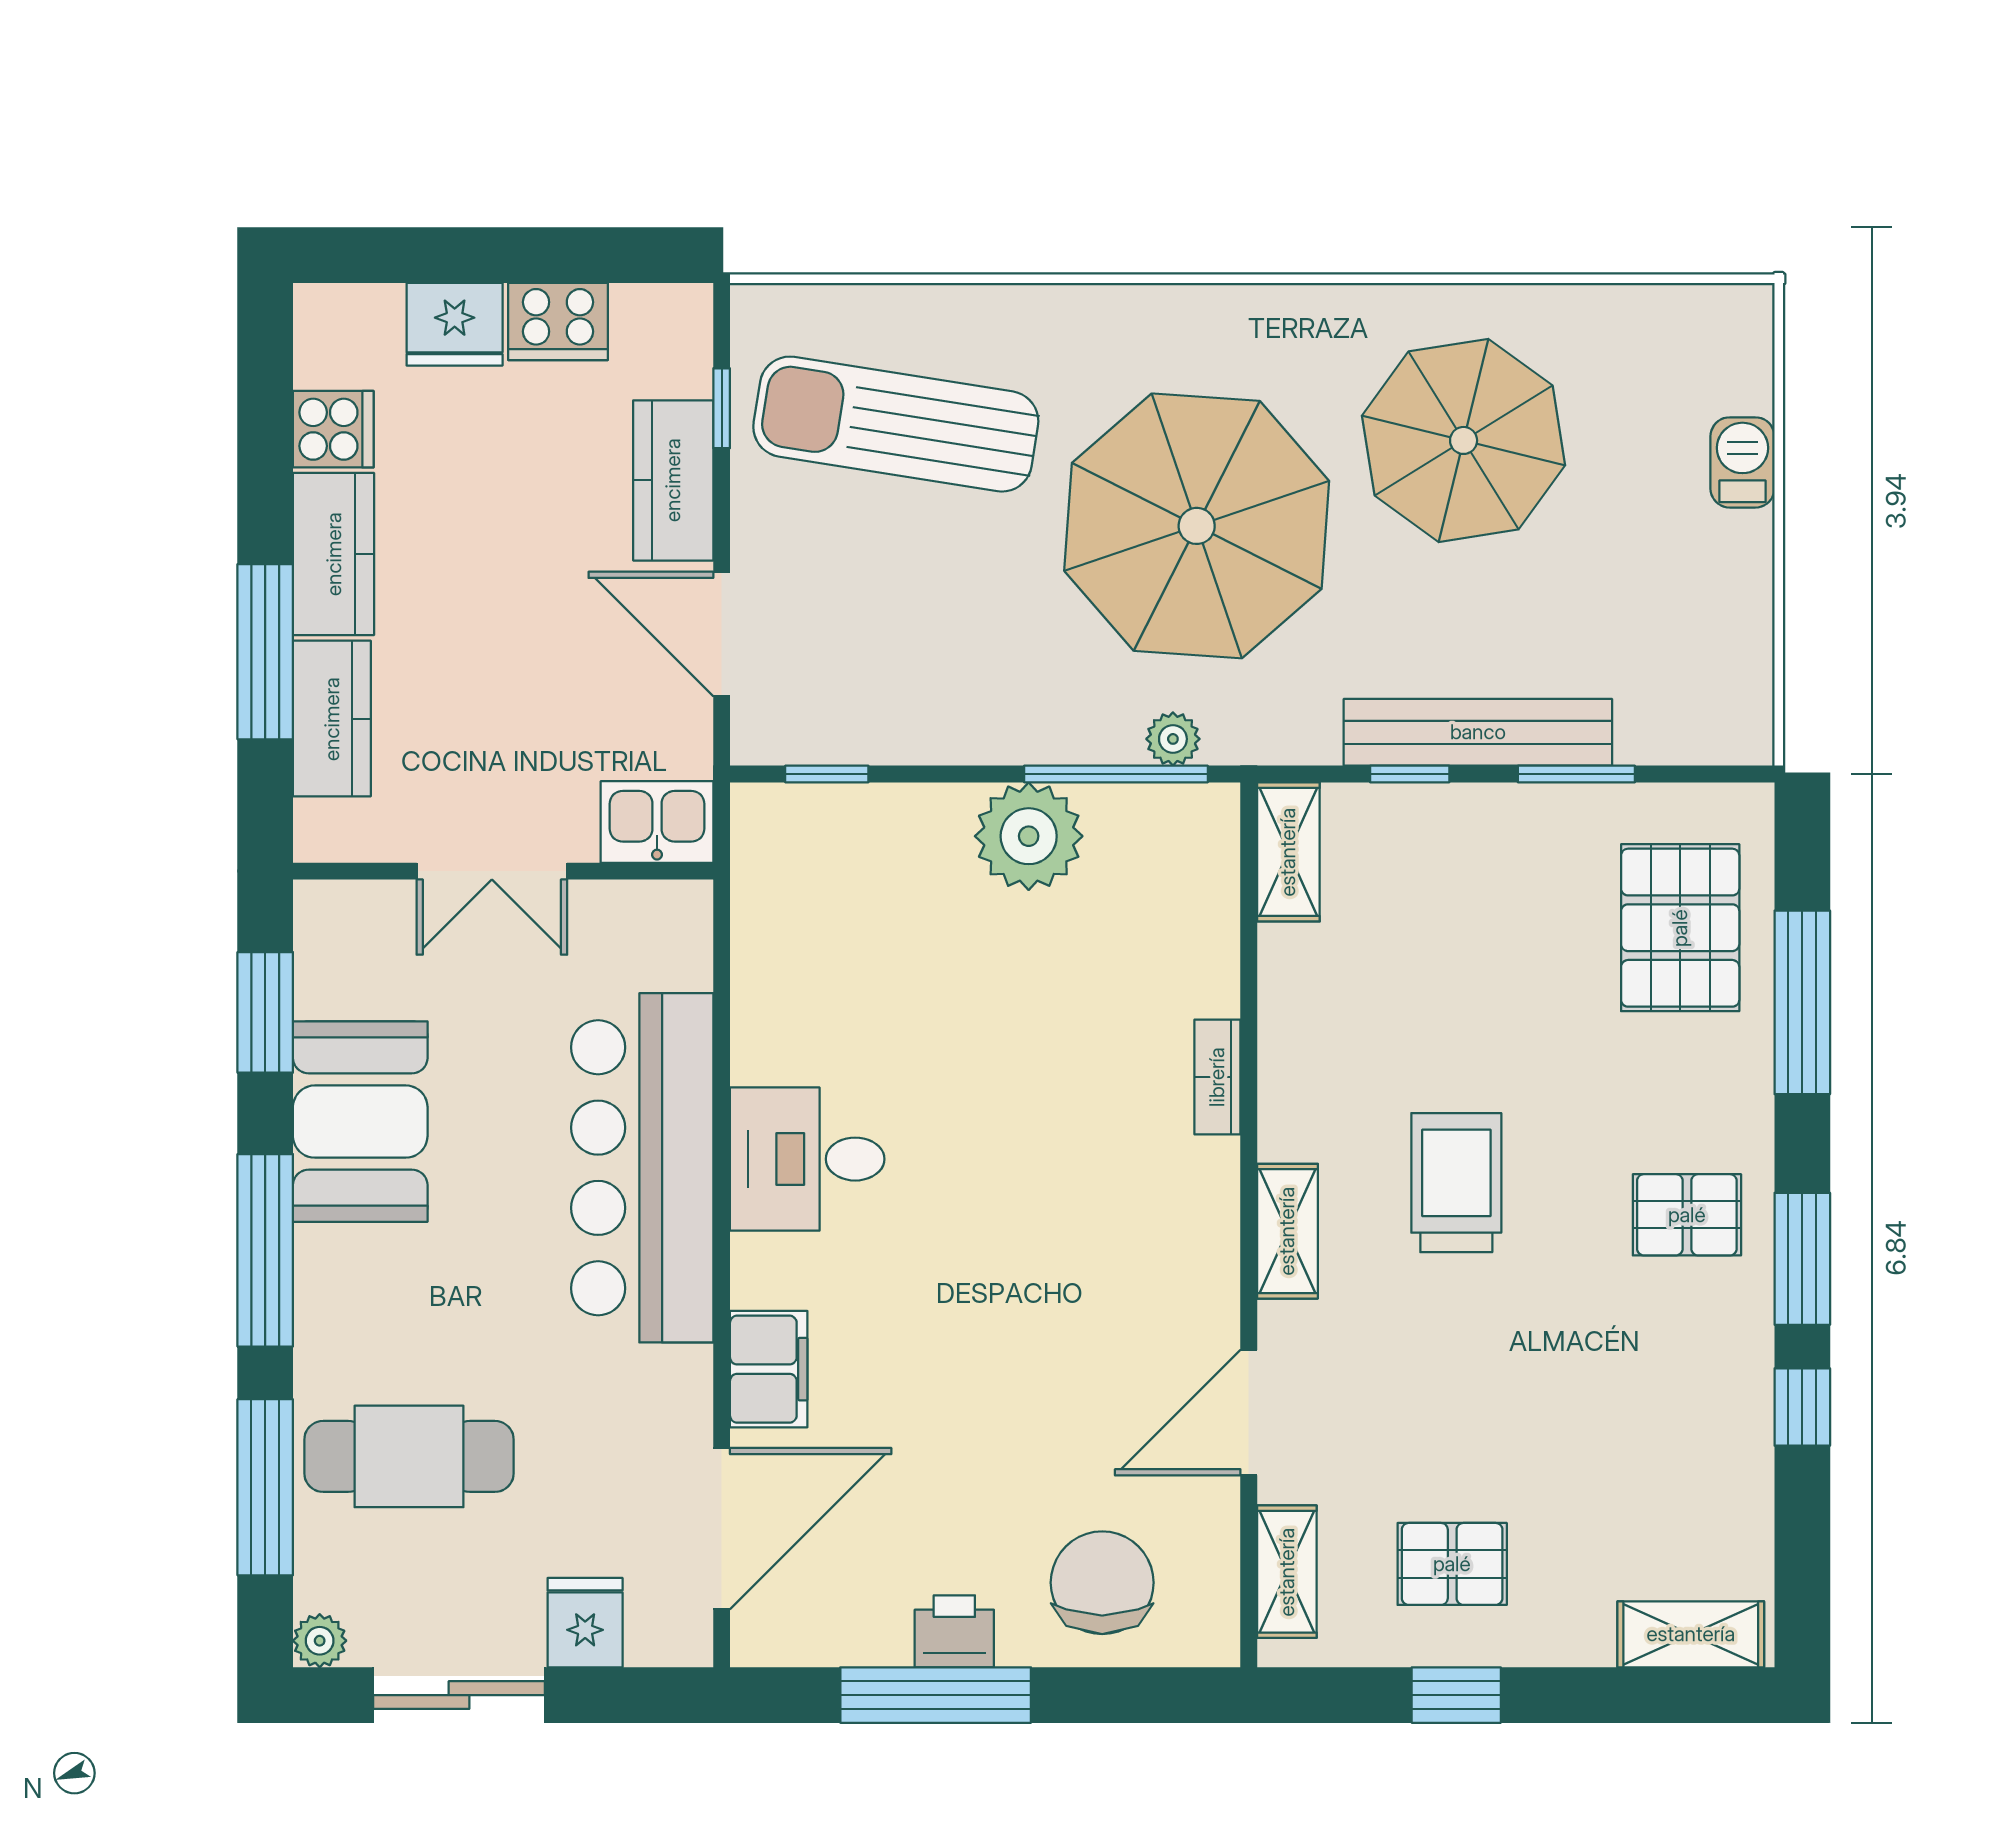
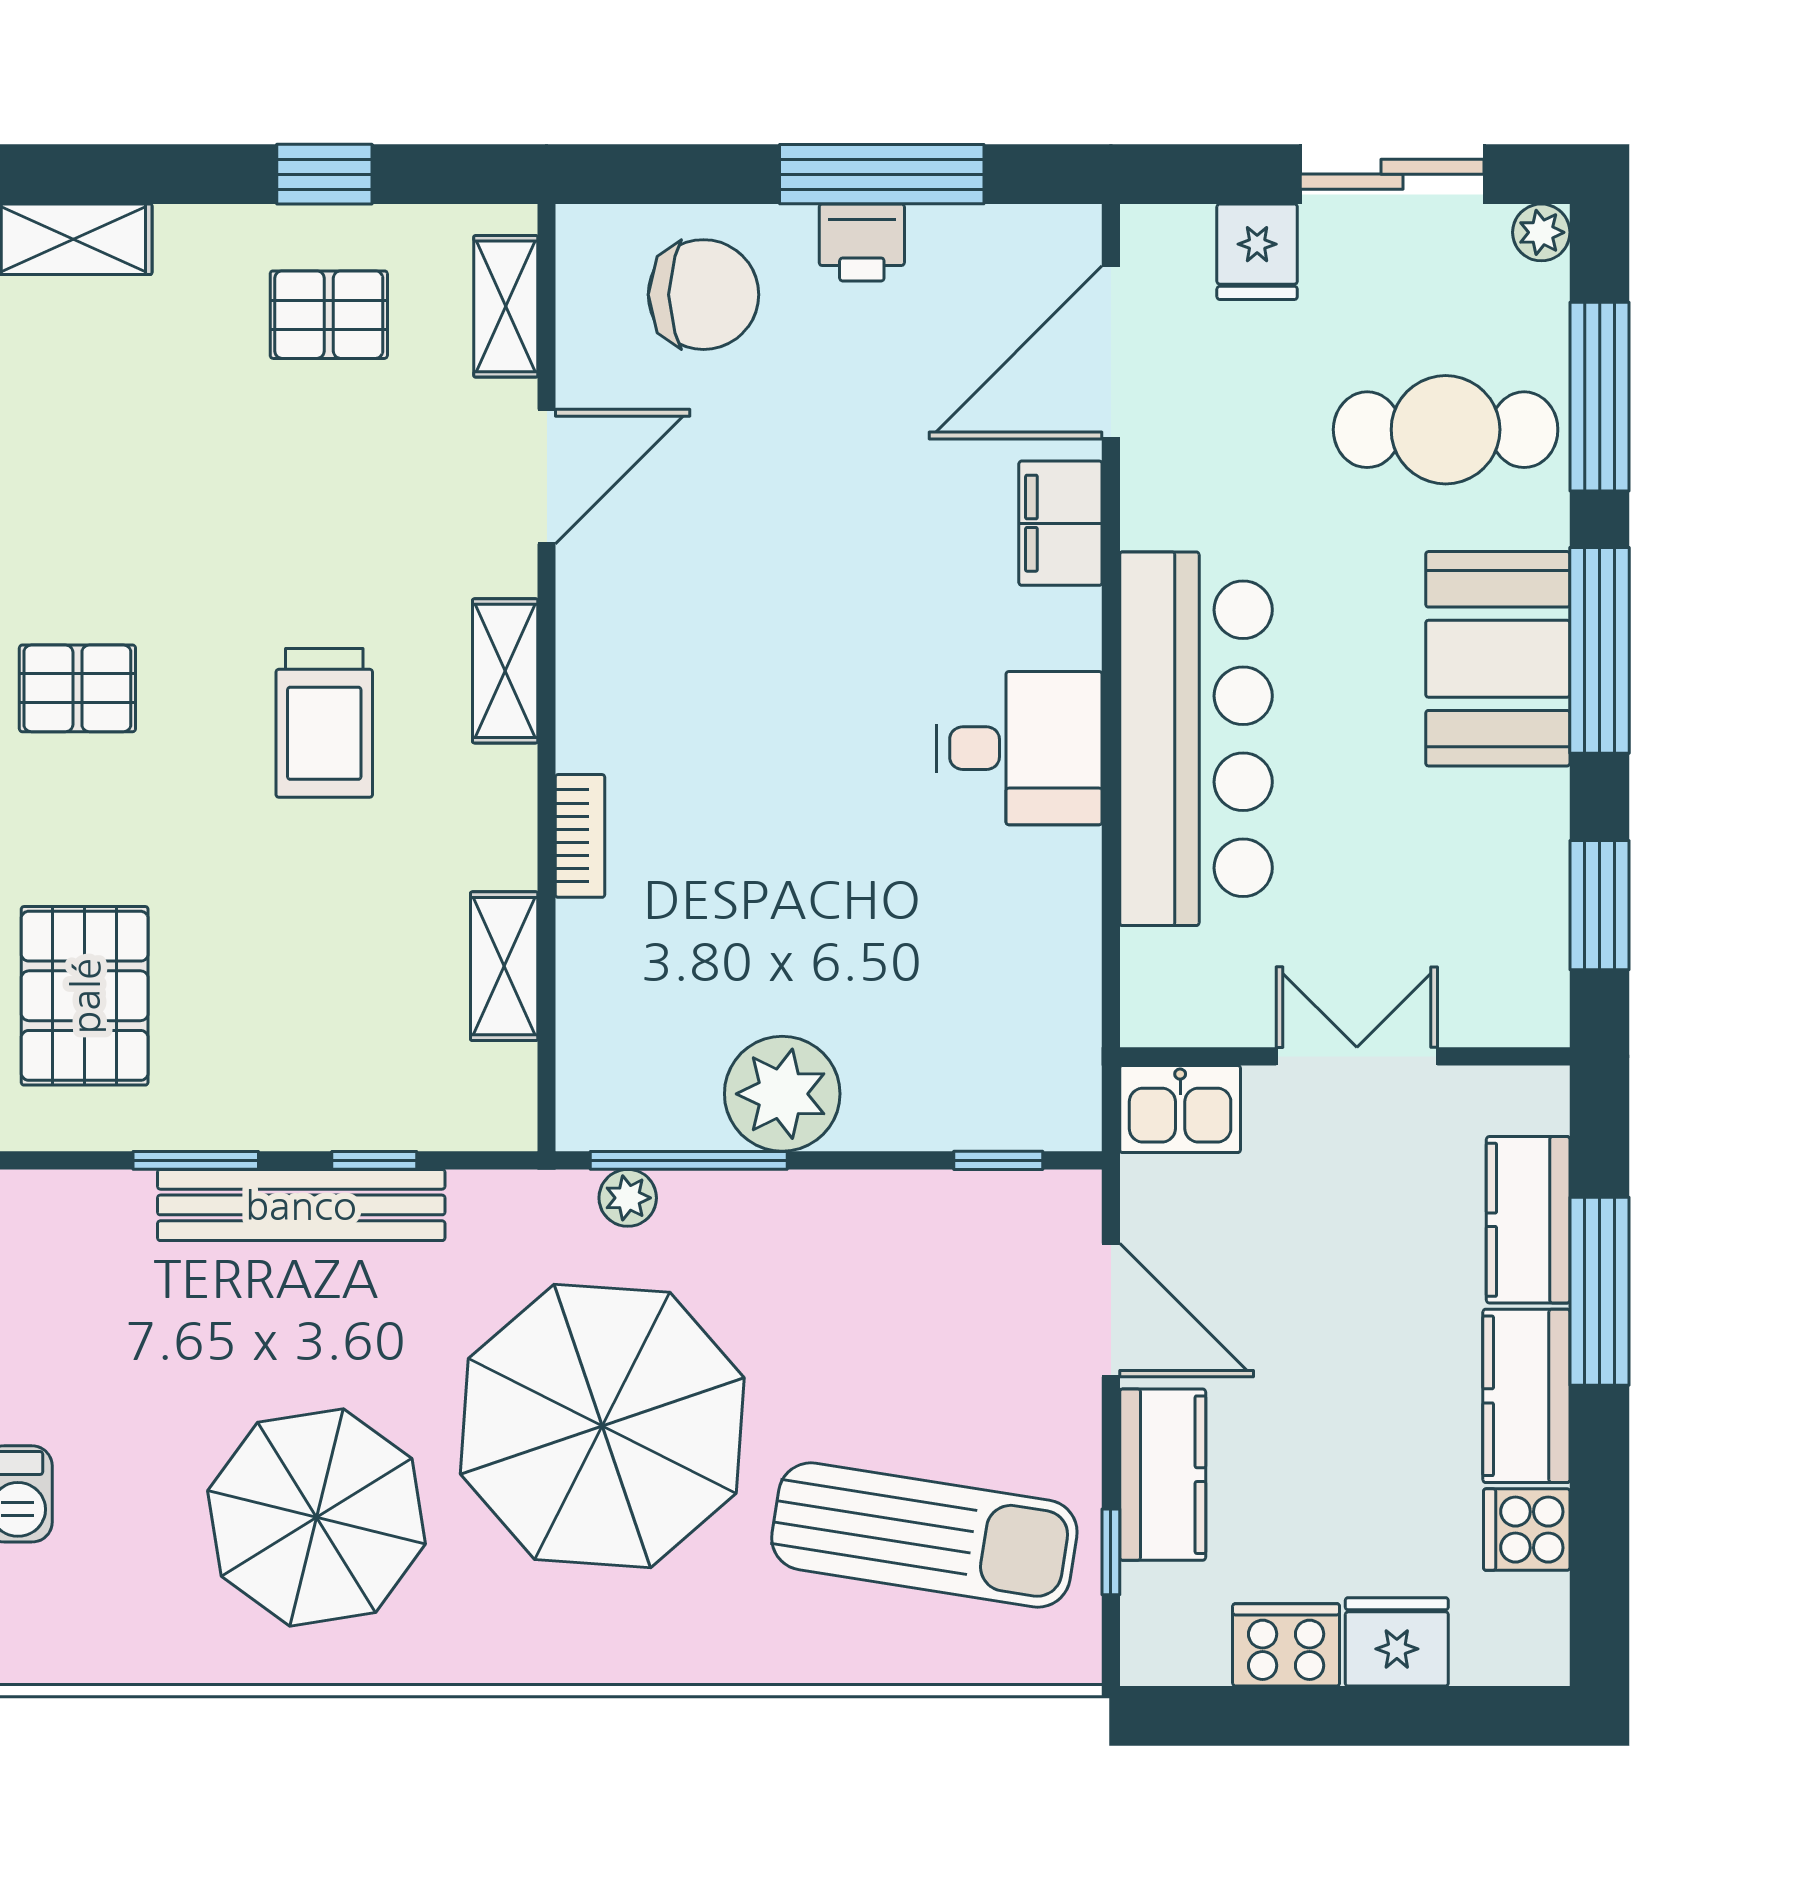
shelving: (1288, 852) -> (504, 966), moved
booth: (360, 1122) -> (1498, 659), moved
chair: (1102, 1583) -> (704, 295), turned -90

